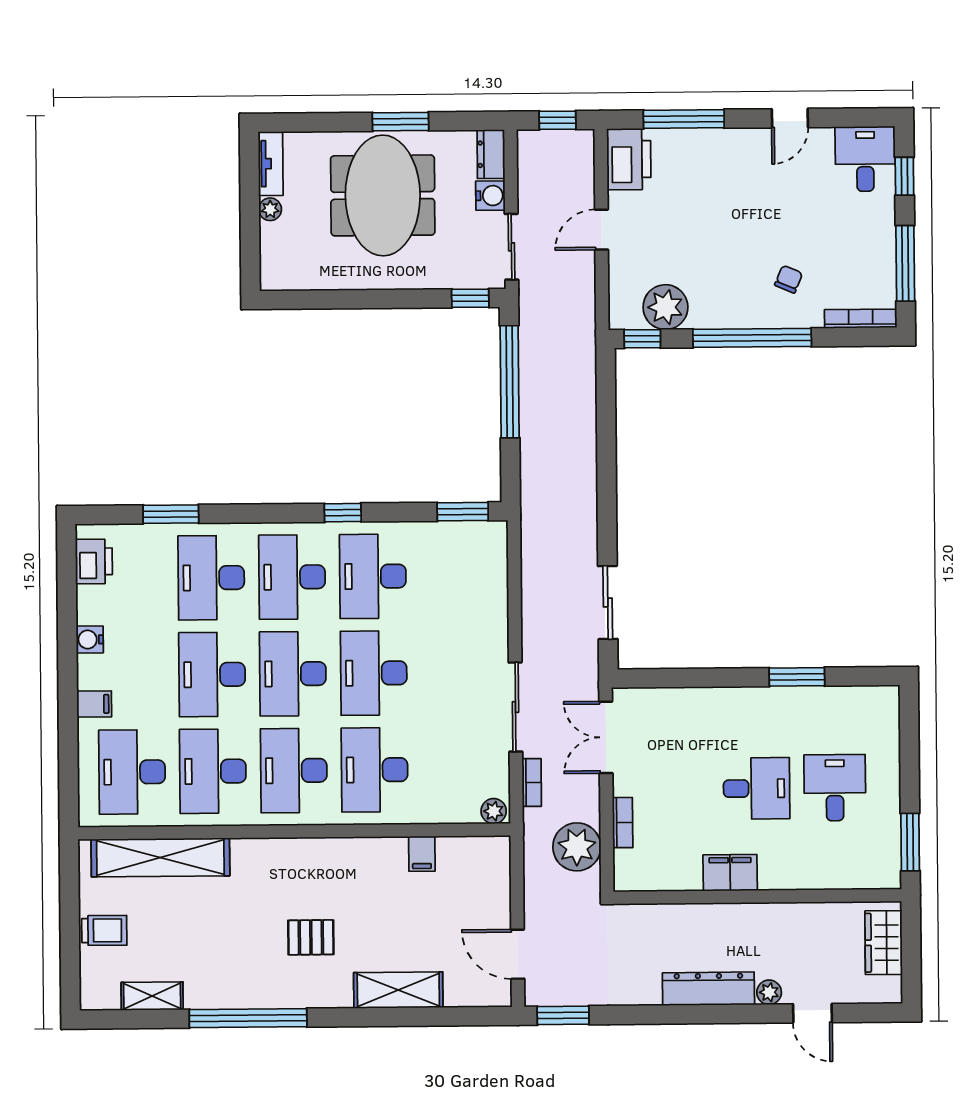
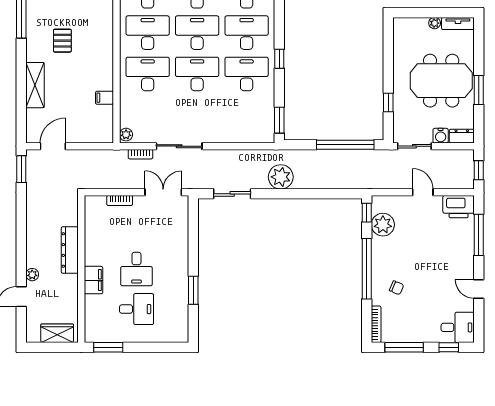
window: (470, 298) -> (388, 102), moved
plant: (577, 847) -> (281, 177), moved
filing cabinet: (730, 873) -> (93, 280), moved
dresser: (708, 989) -> (70, 250), moved, turned 180

